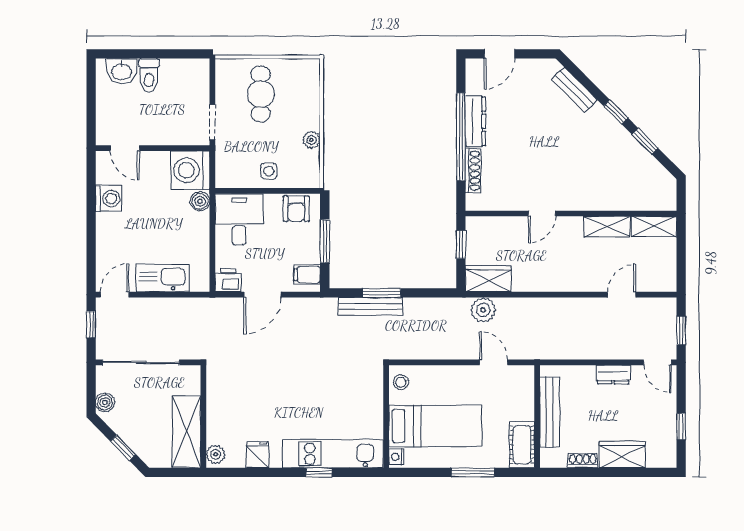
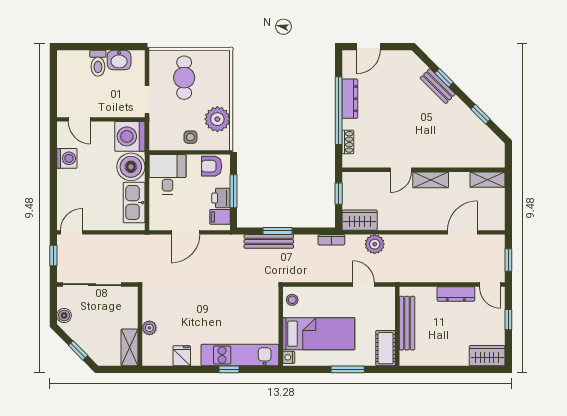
washbasin: (122, 71) -> (119, 60), moved
bench: (574, 90) -> (438, 86), moved
window: (616, 112) -> (444, 78), moved
plant: (311, 140) -> (217, 119), width x1.88, depth x1.88
shoe rack: (473, 171) -> (348, 142), width x0.70
boiler: (200, 201) -> (131, 167), width x1.86, depth x1.86
armchair: (296, 209) -> (212, 166), turned 90
shelving: (607, 227) -> (431, 180), moved
kitchen sink: (163, 278) -> (134, 203), moved, turned -90
printer: (228, 280) -> (221, 198), moved, turned -90
door: (622, 295) -> (462, 232), width x1.38
bookcase: (452, 304) -> (331, 240), added
plant: (483, 310) -> (375, 244), moved
dresser: (613, 374) -> (456, 294), width x1.44
window: (681, 427) -> (508, 320), moved
shelving: (186, 432) -> (130, 347), width x0.67, depth x0.75
plant: (216, 454) -> (149, 328), moved
wardrobe: (622, 455) -> (487, 356), moved
shoe rack: (583, 461) -> (432, 360), removed

